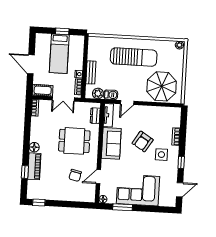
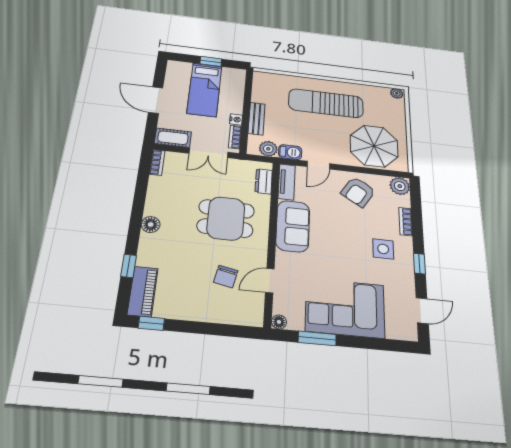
sun lounger: (134, 57) -> (326, 103), turned 180
plant: (175, 113) -> (400, 186), added
armchair: (143, 142) -> (358, 192), moved
piano: (34, 166) -> (143, 291), moved

